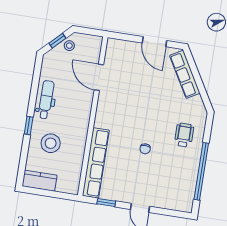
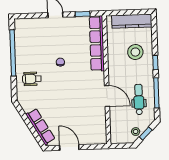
door: (99, 77) -> (107, 96), moved
window: (35, 88) -> (156, 93), added
dental chair: (46, 100) -> (139, 99), moved, turned 180
wheelchair: (184, 135) -> (32, 79), turned 90
kitchen counter: (39, 181) -> (132, 21), width x1.50

